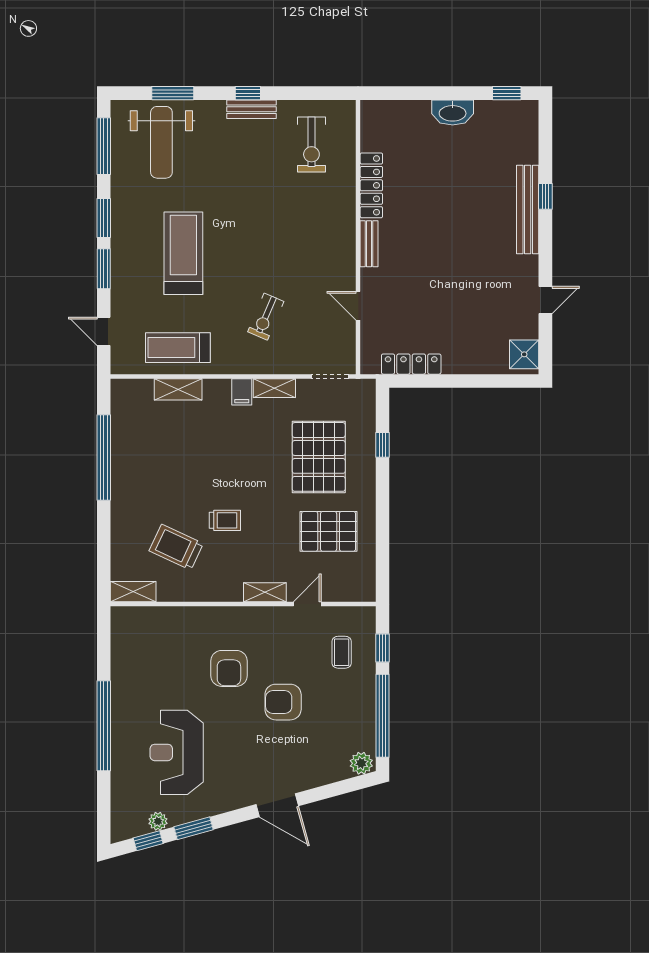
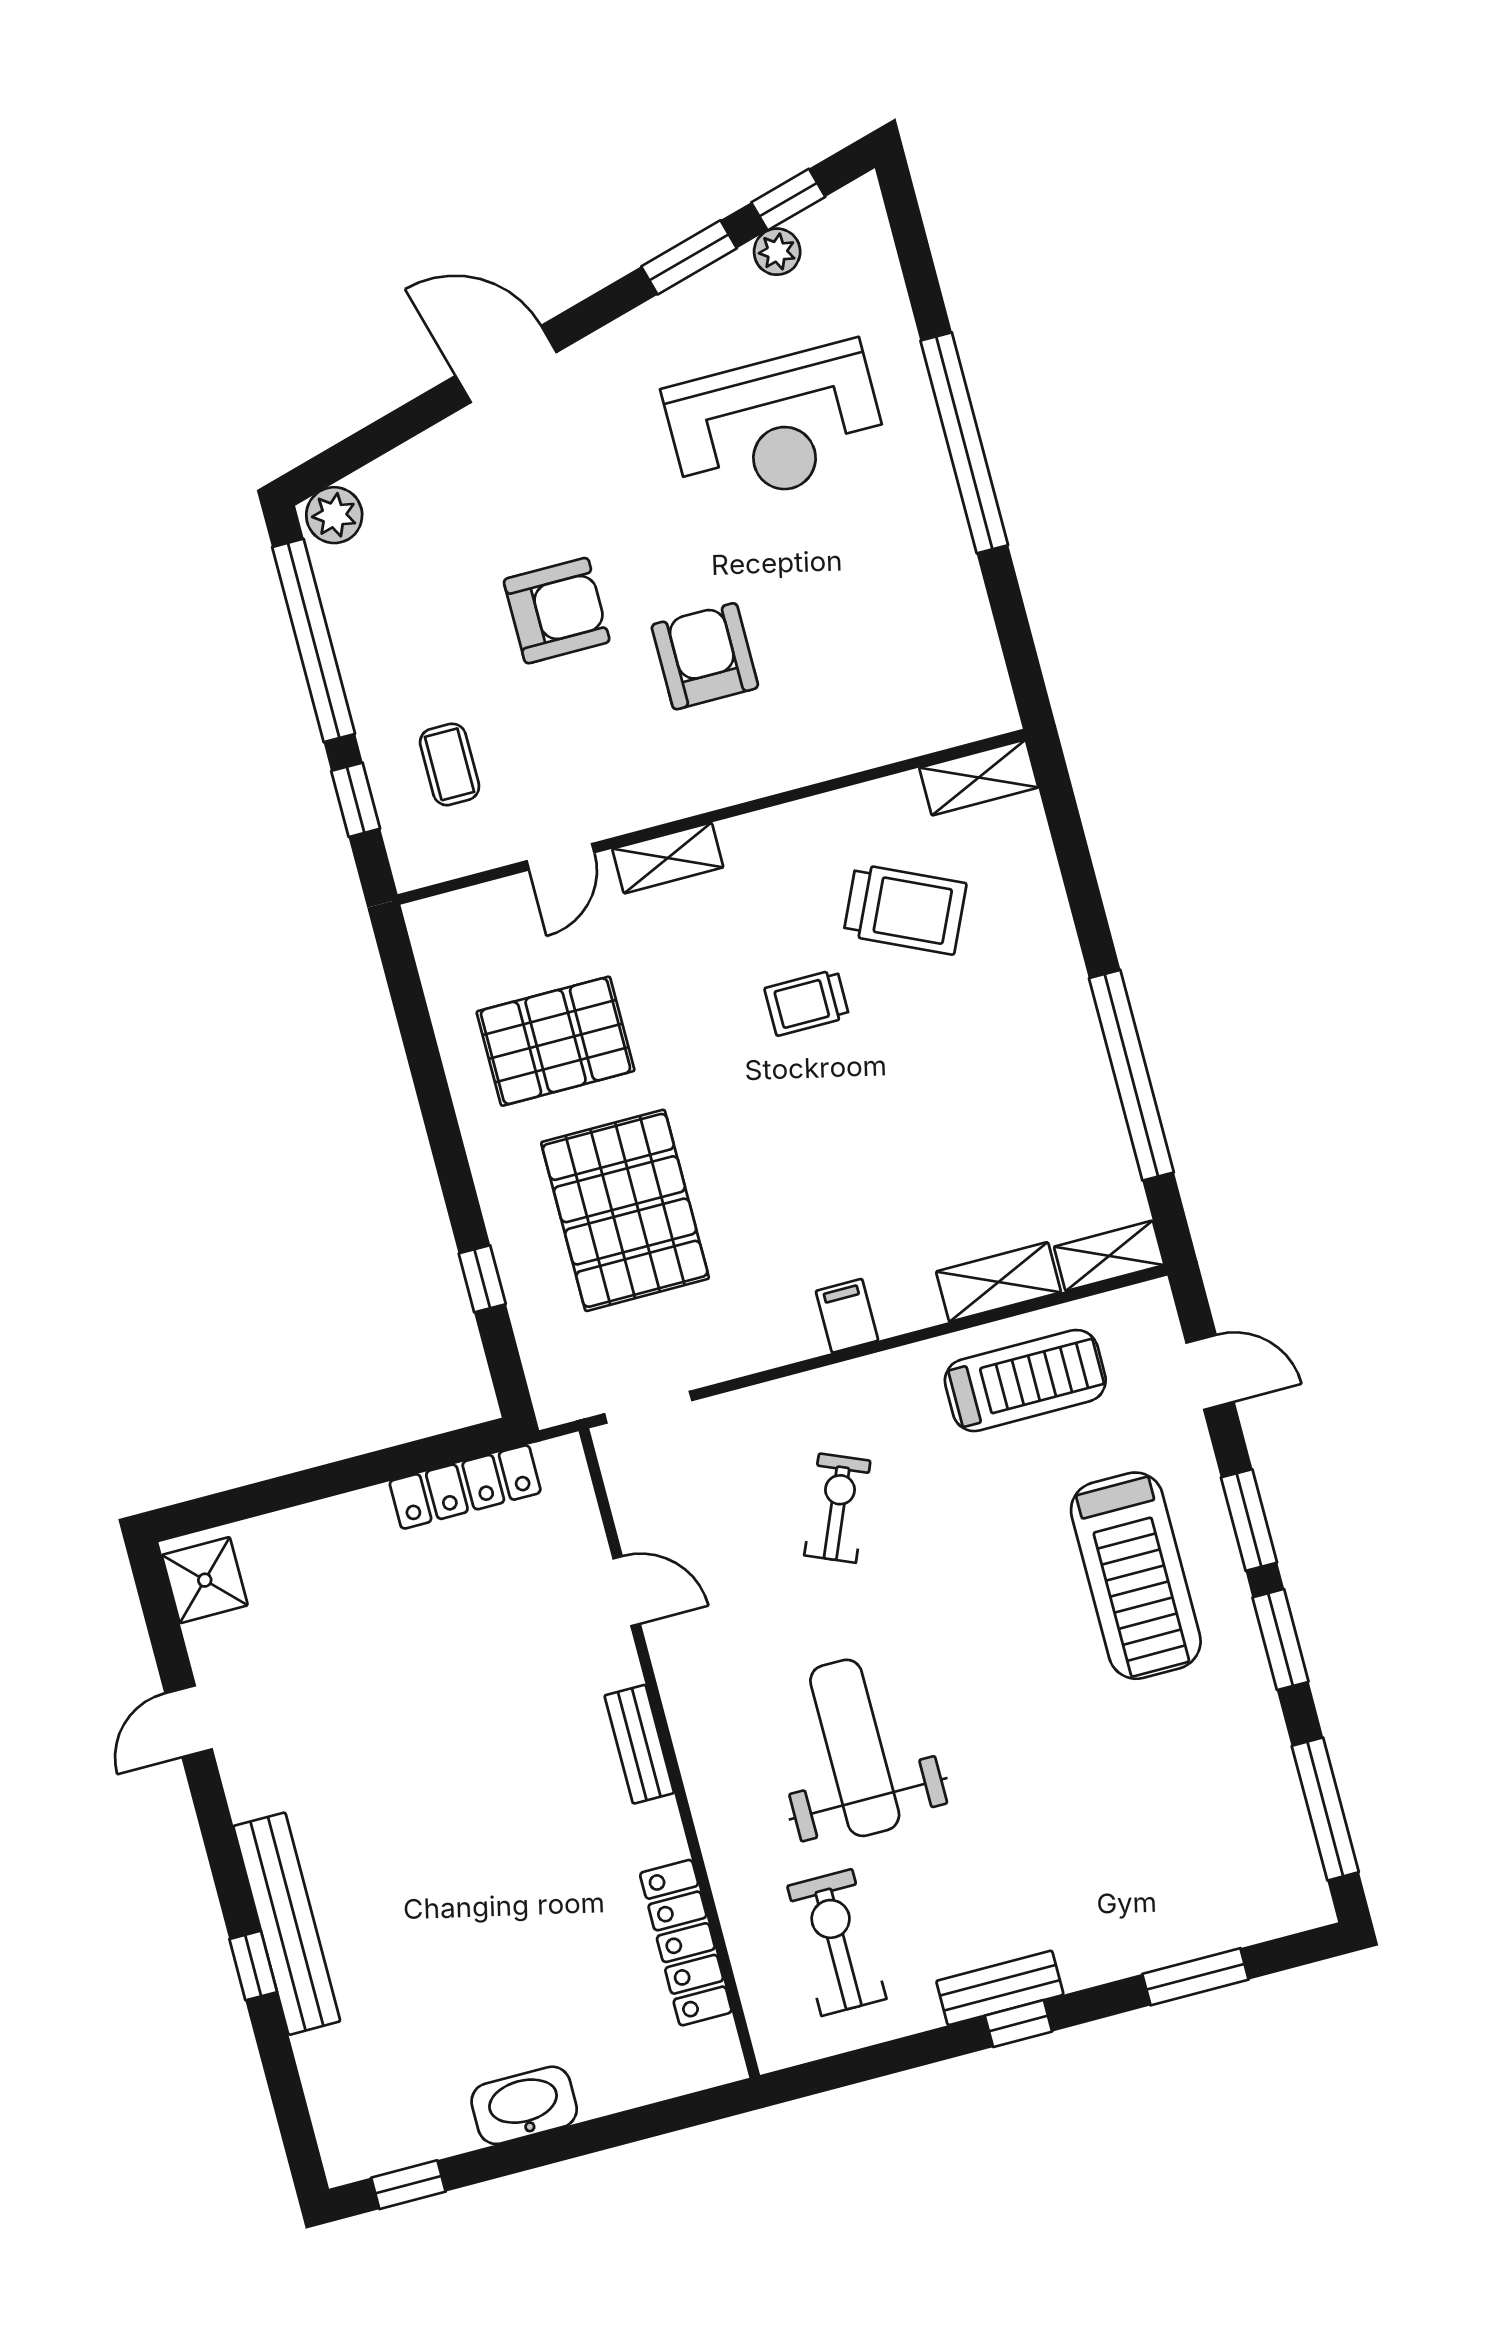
weight bench: (161, 142) -> (855, 1748), moved
locker: (371, 185) -> (686, 1943), moved
treadmill: (183, 253) -> (1136, 1576), moved
shelving: (274, 388) -> (1109, 1256), moved
reception desk: (177, 752) -> (776, 426), turned 90

